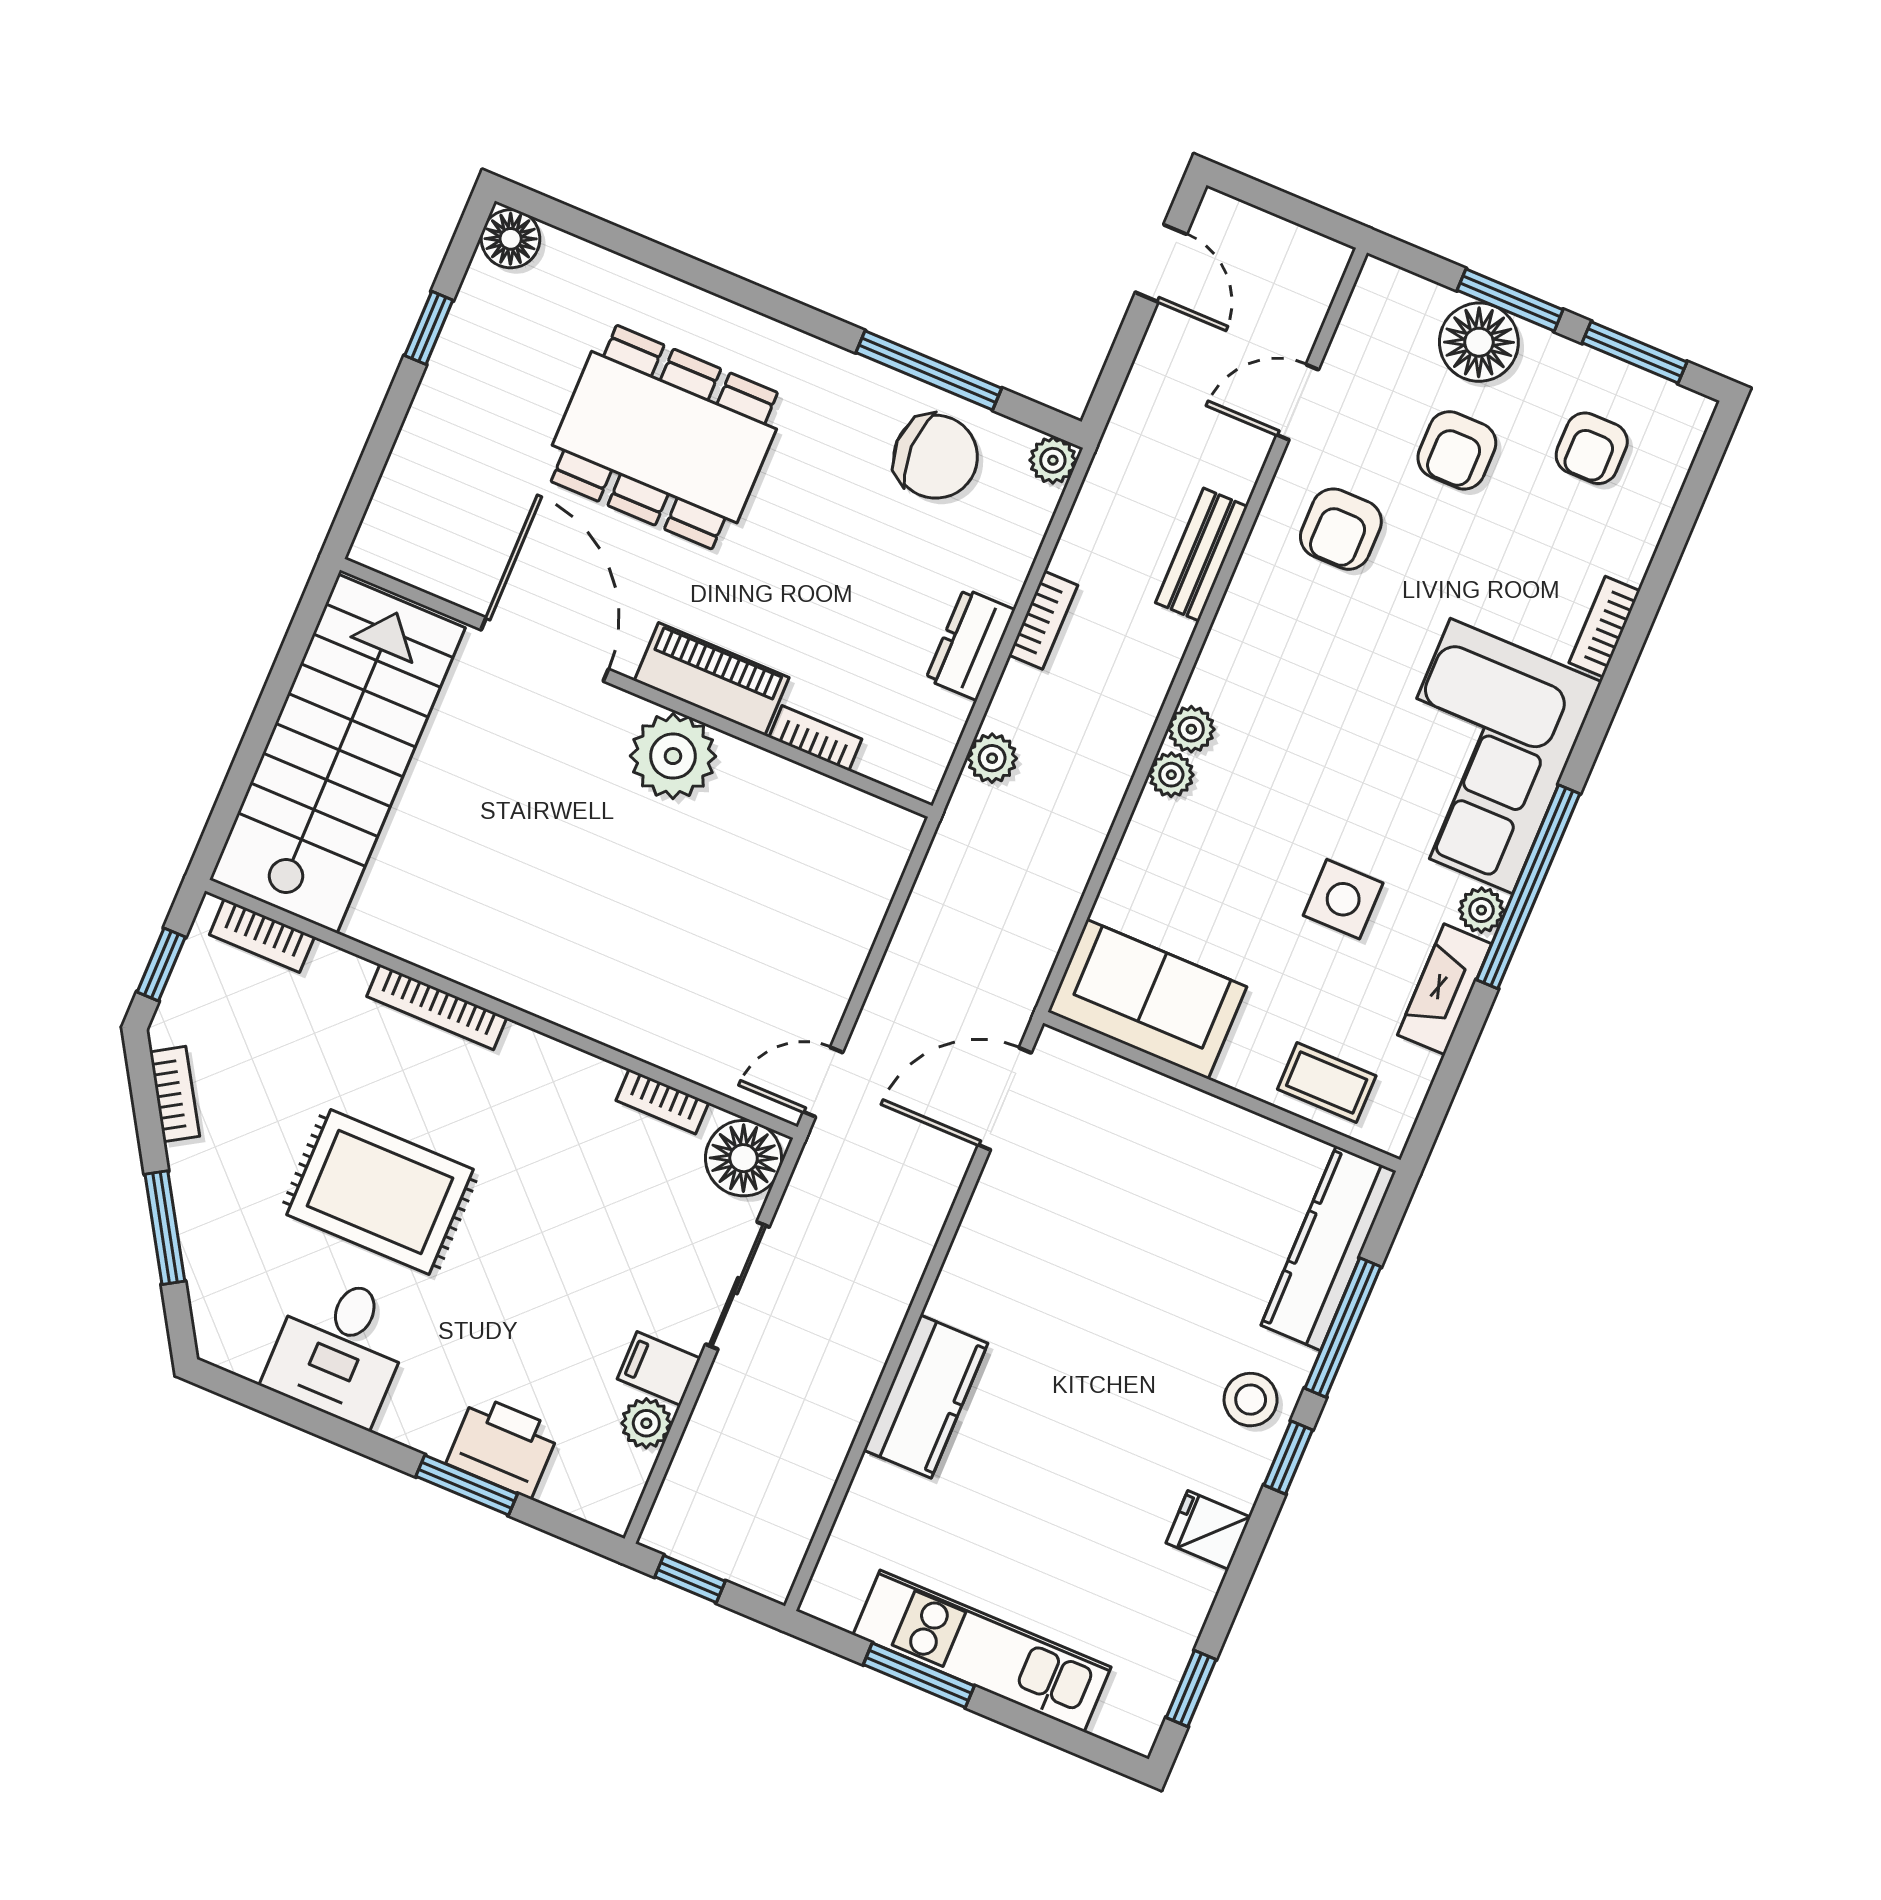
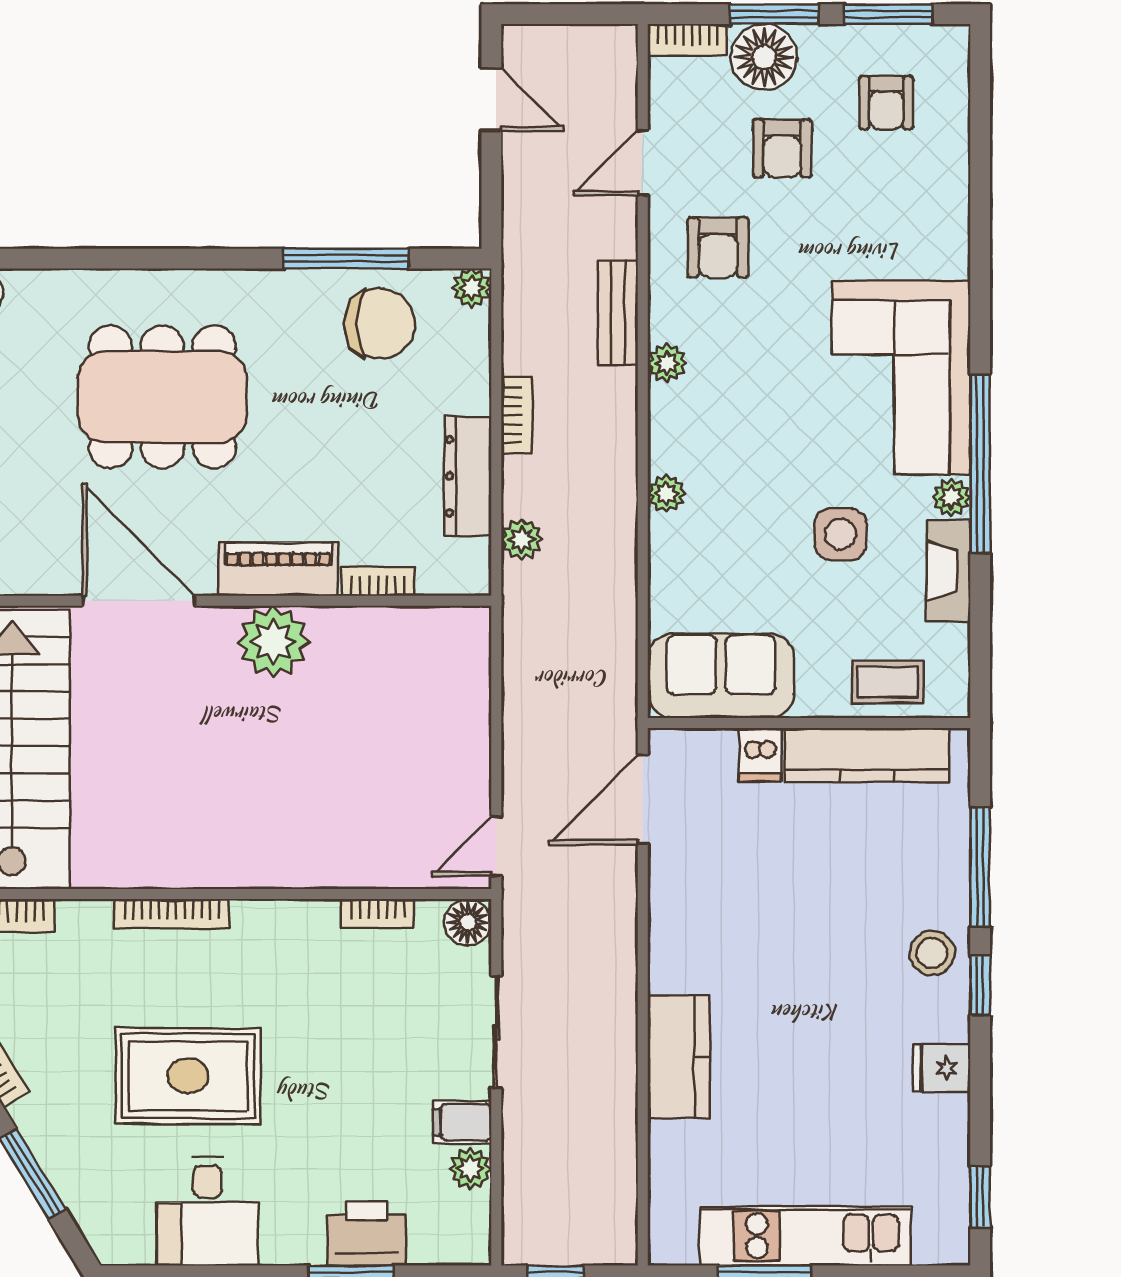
bookcase: (1604, 627) -> (687, 40), moved, turned -90
dresser: (970, 645) -> (468, 476), width x1.44
plant: (1191, 729) -> (667, 363), moved
dishwasher: (1154, 1104) -> (760, 755), added
floor lamp: (744, 1158) -> (468, 922), width x0.73, depth x0.73
kitchen counter: (1328, 1248) -> (867, 755), moved, turned -90

